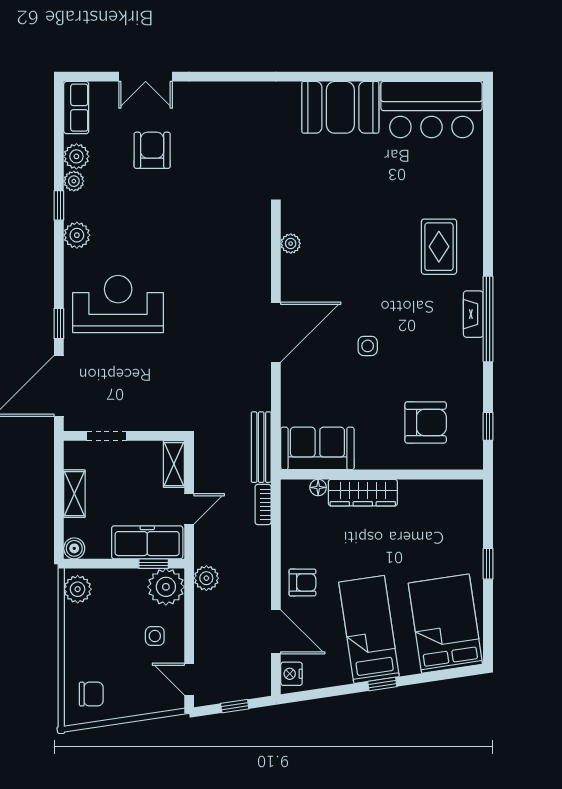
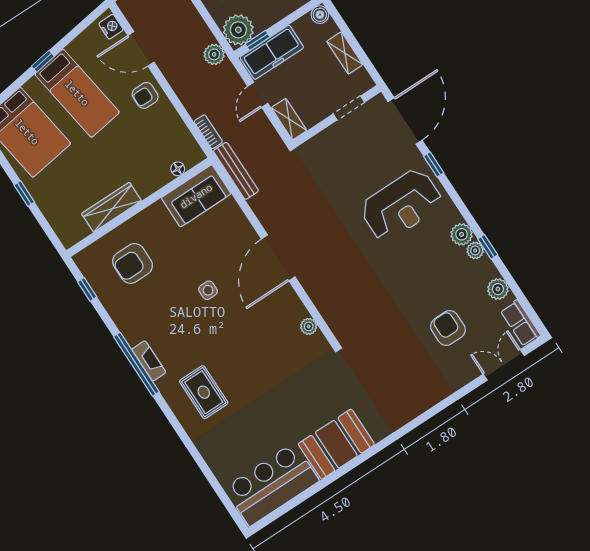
double door: (146, 77) -> (504, 365), moved
armchair: (152, 150) -> (448, 328), turned 180
plant: (74, 181) -> (475, 250), moved
wardrobe: (363, 493) -> (112, 207), moved

